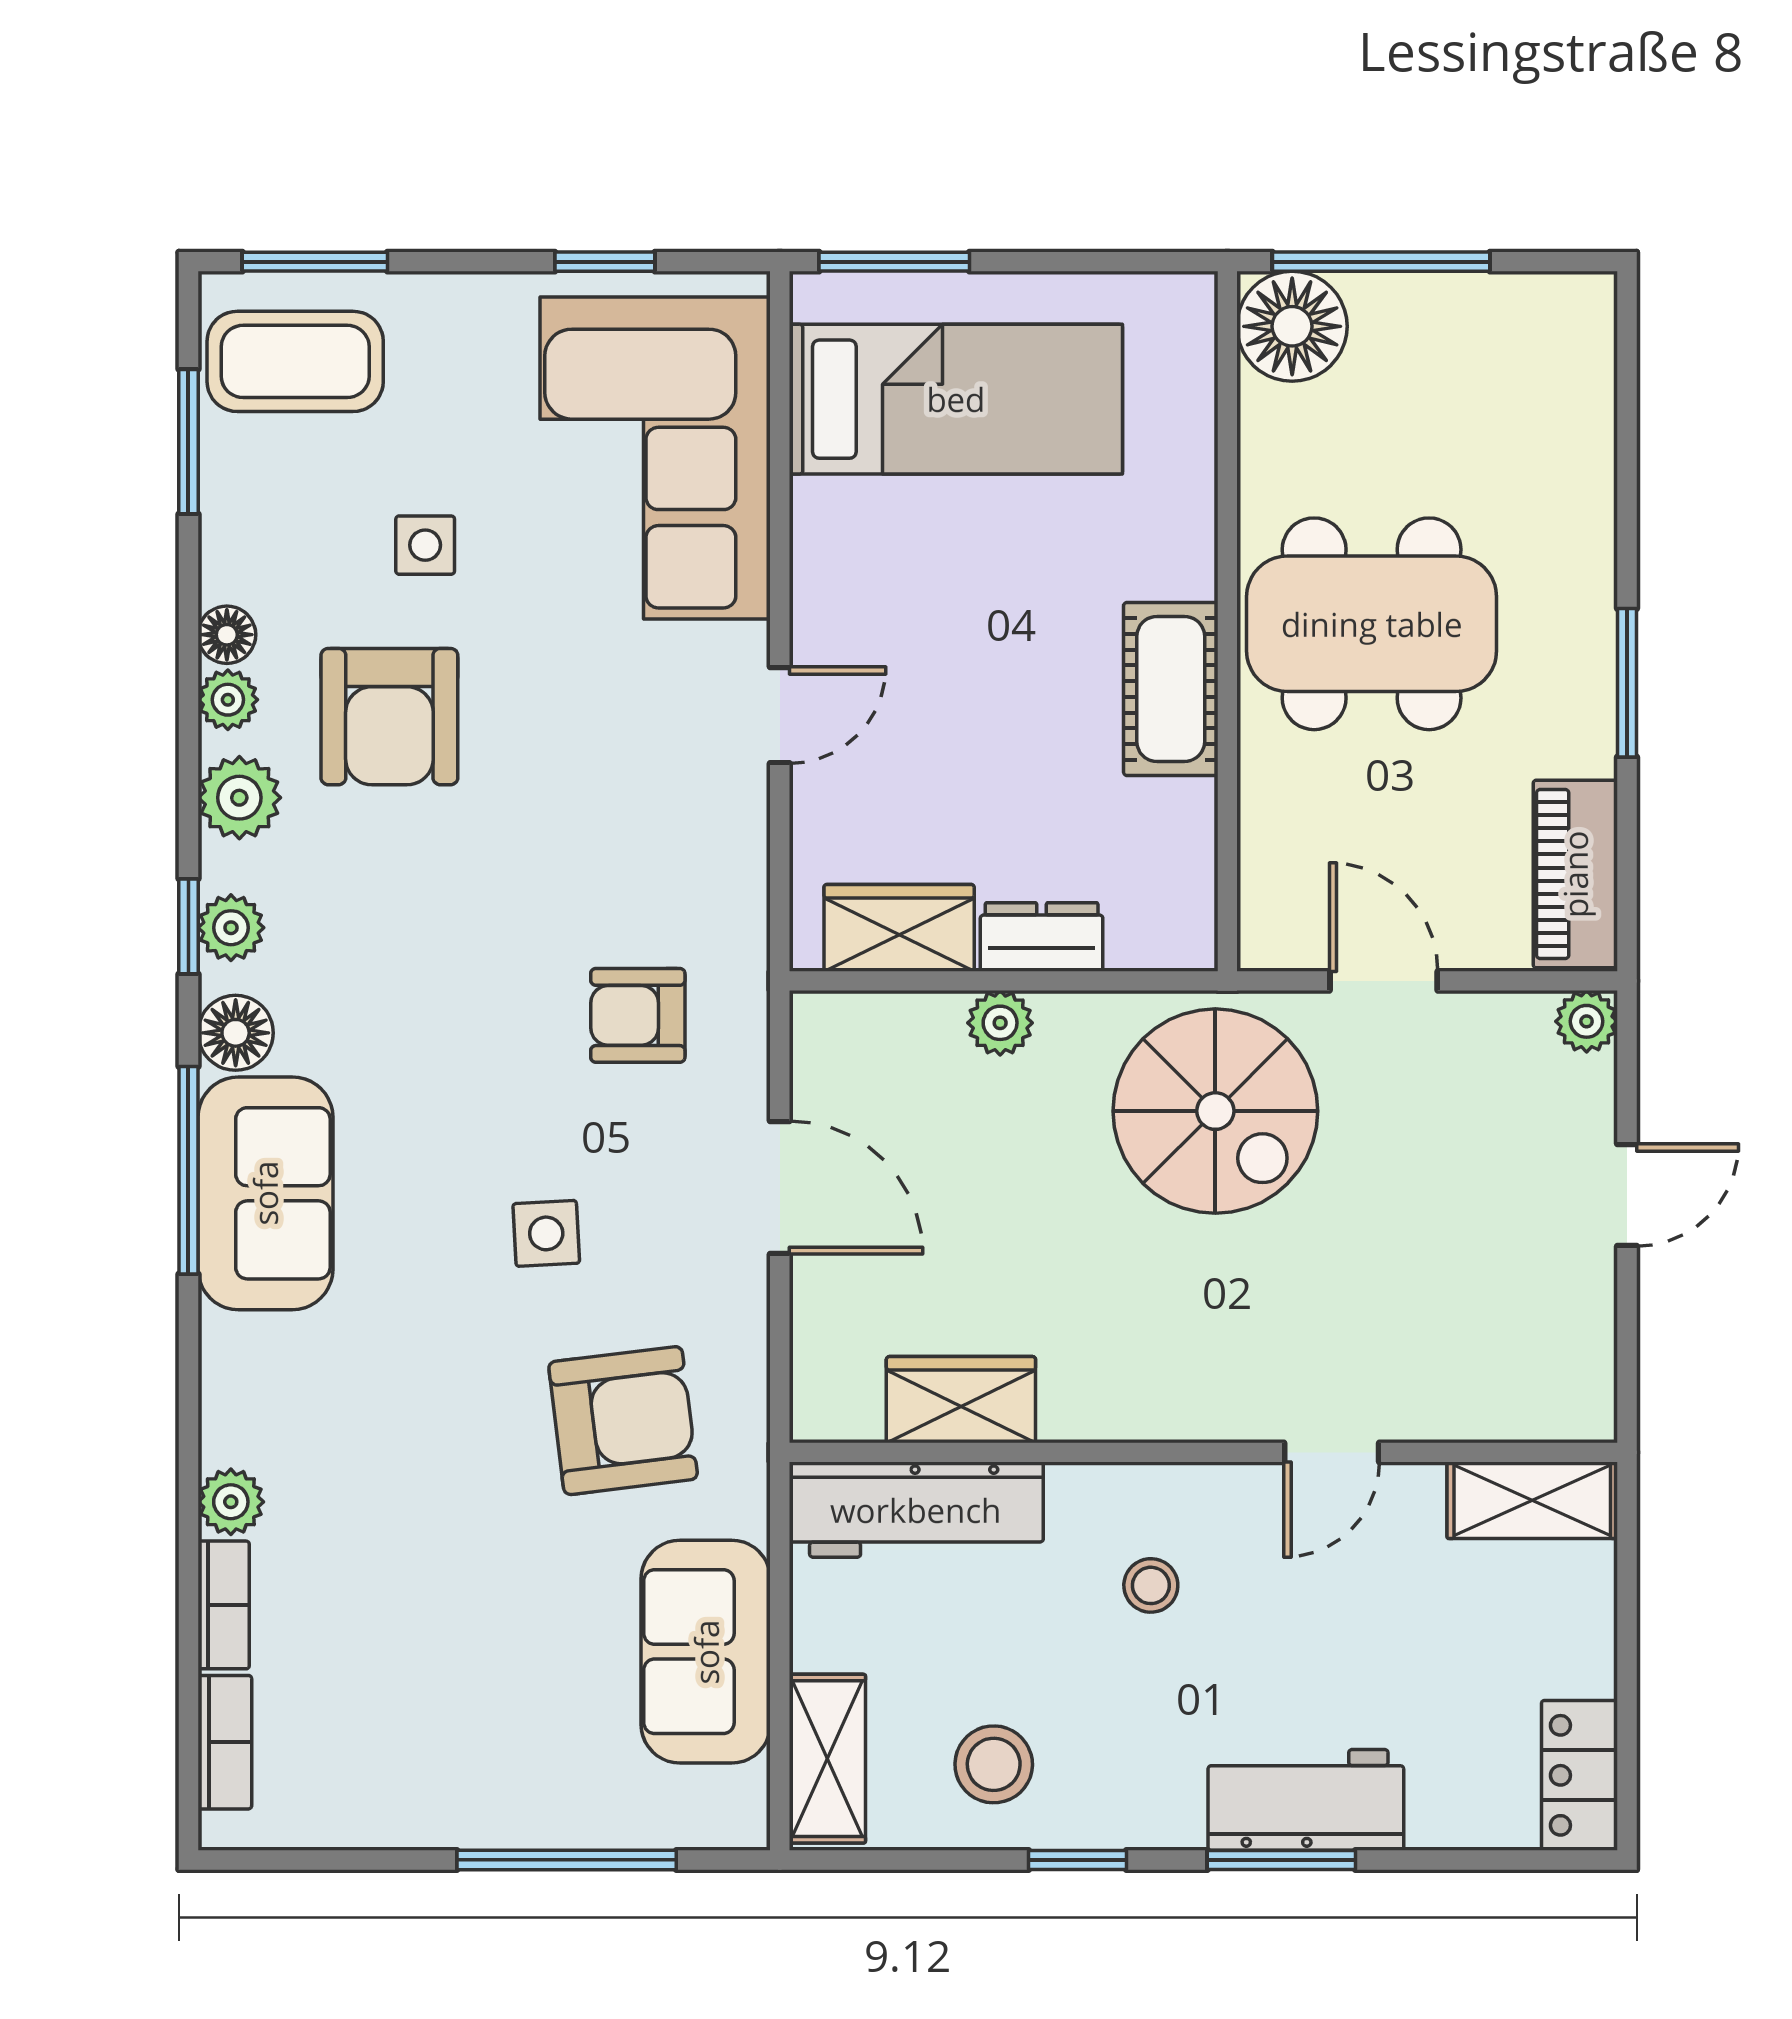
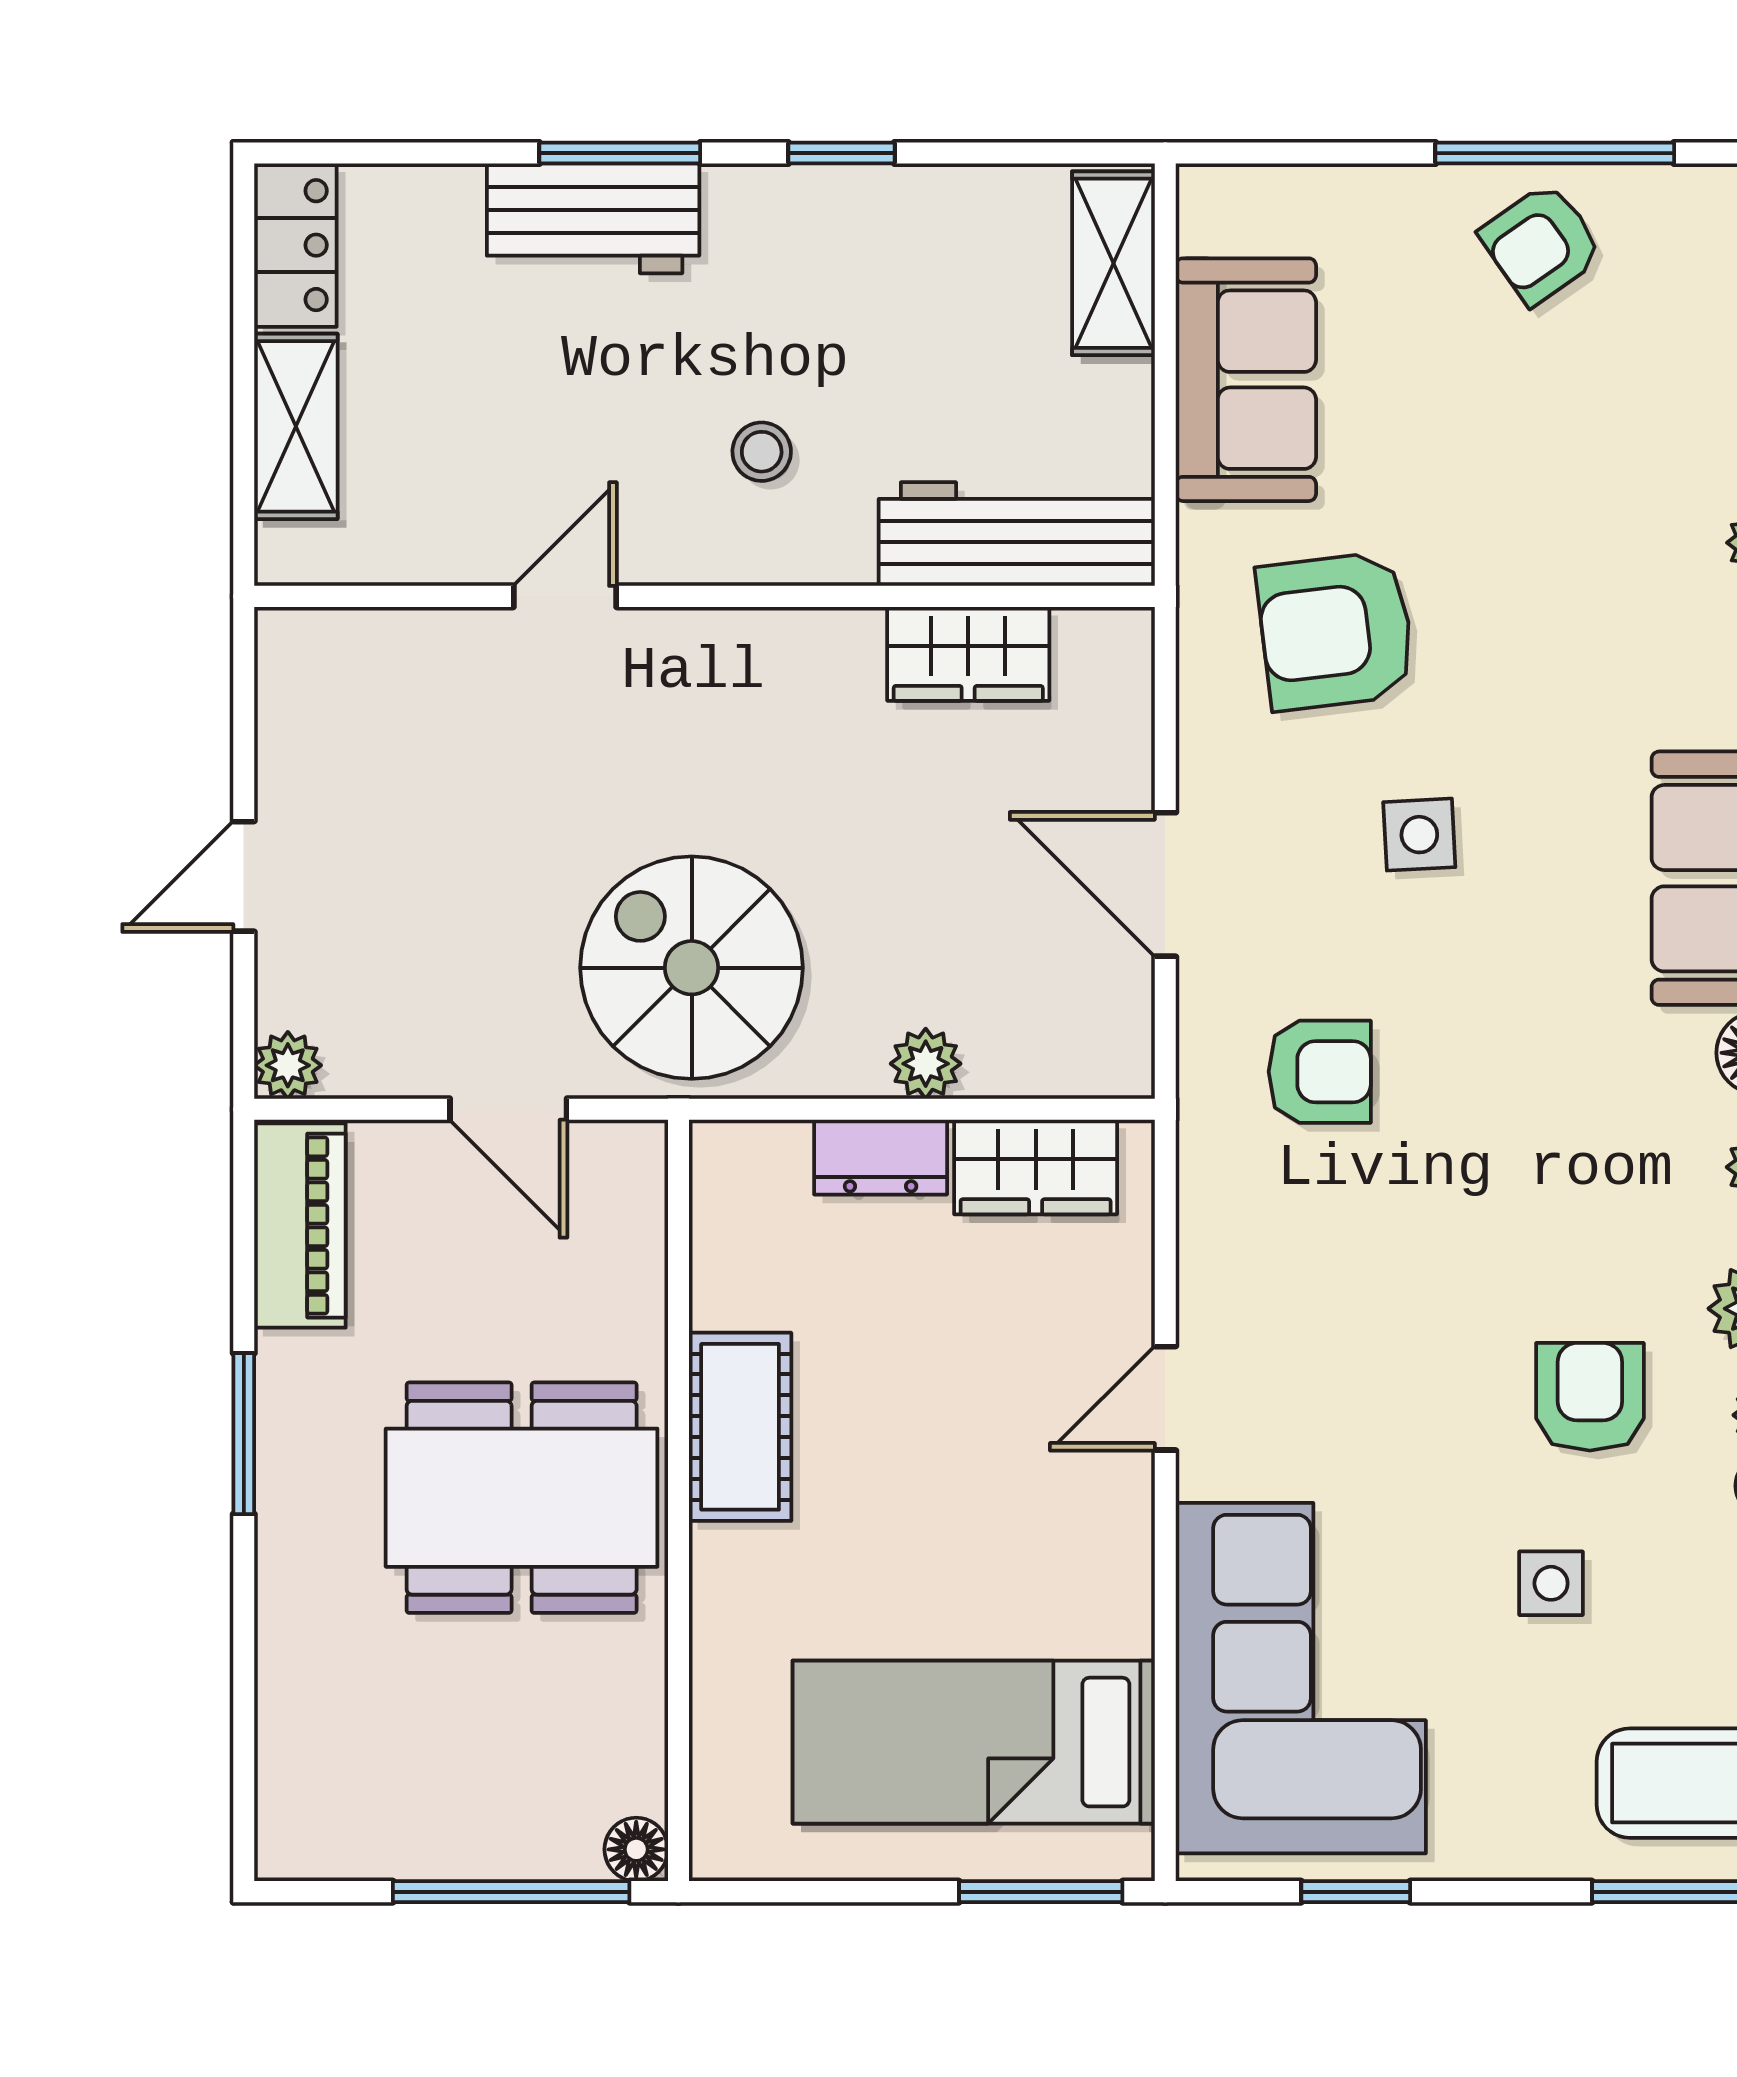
floor lamp: (1292, 326) -> (636, 1849), width x0.53, depth x0.53
armchair: (389, 717) -> (1590, 1397), width x0.72, depth x0.72
shelving: (1532, 1500) -> (296, 426), moved, turned 90
stool: (994, 1764) -> (933, 257), removed
armchair: (434, 1777) -> (1541, 244), added
window: (567, 1860) -> (1555, 153), moved

